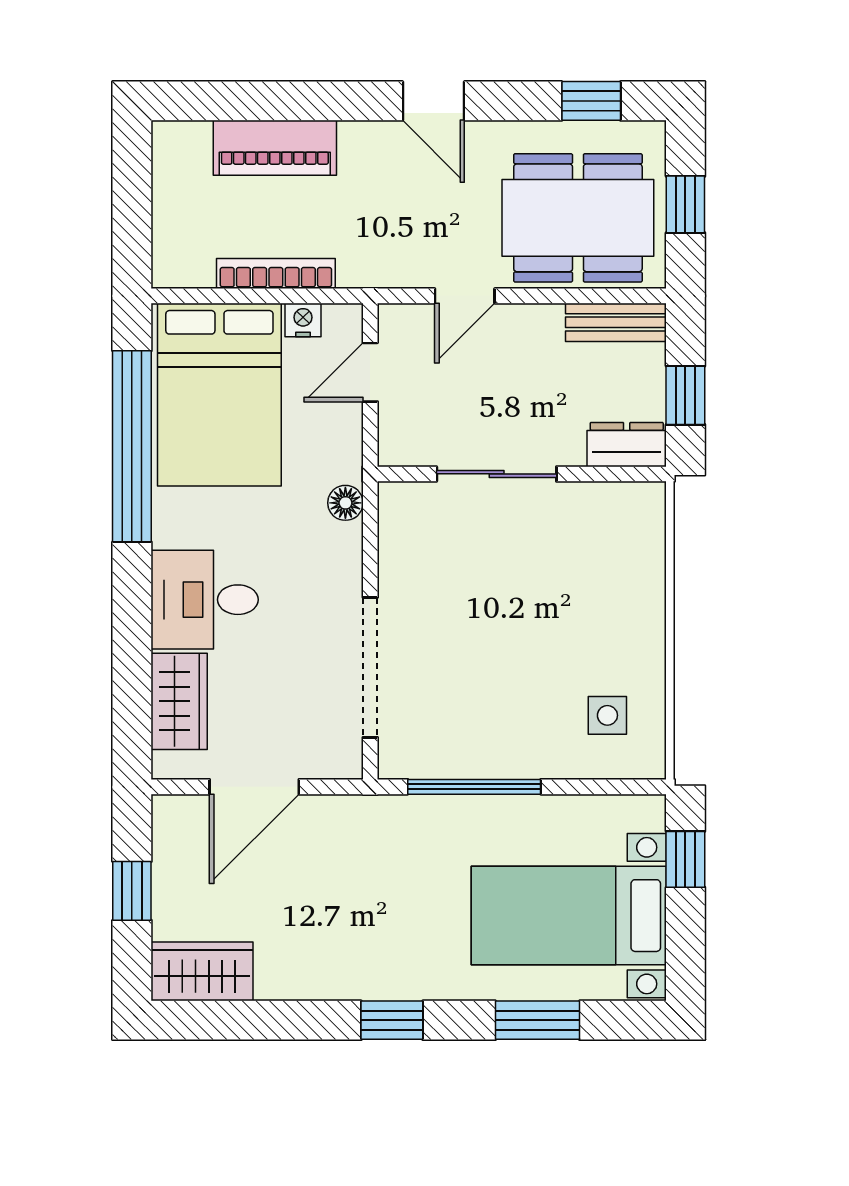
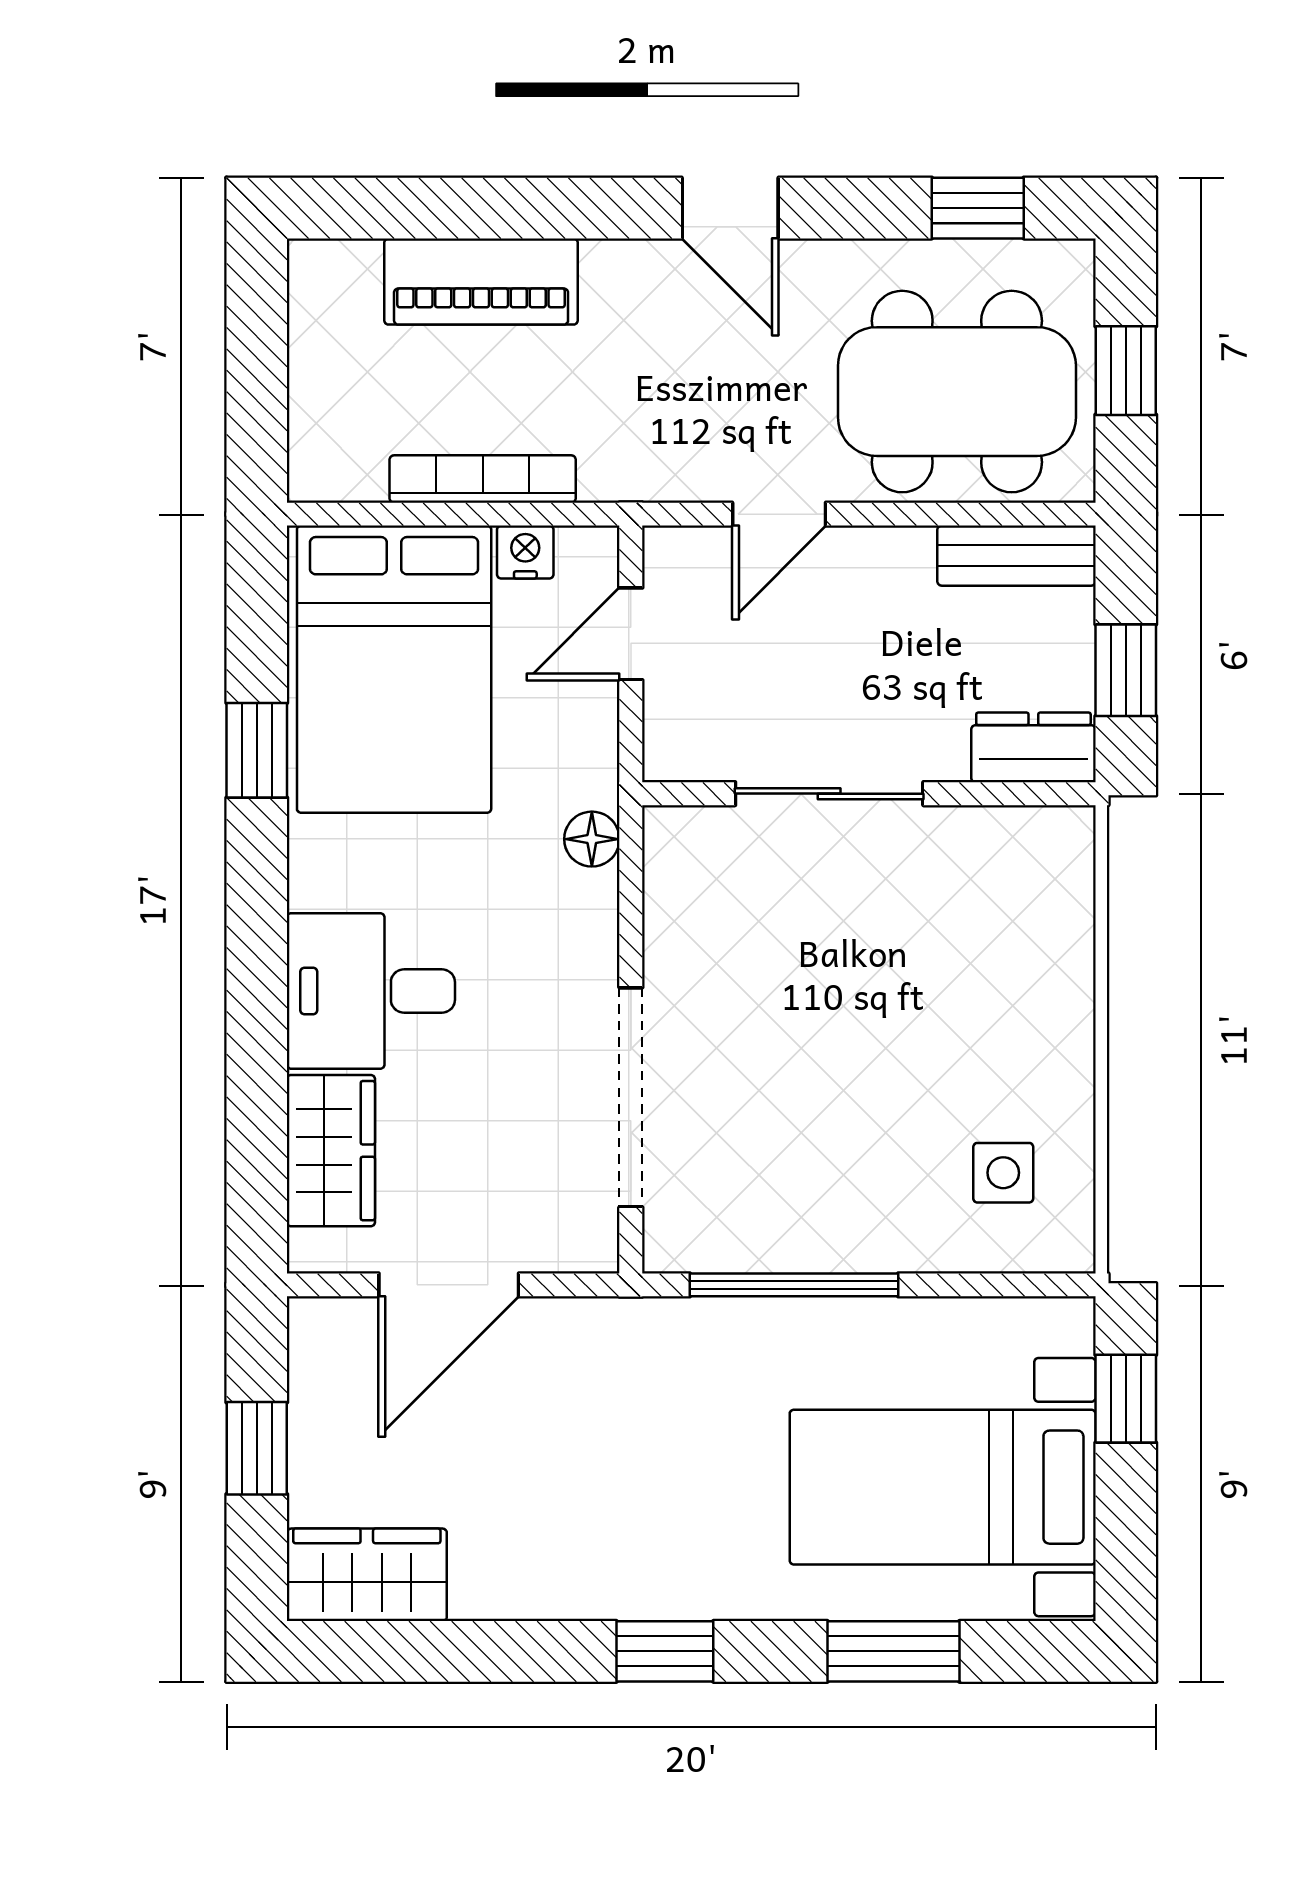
window: (132, 446) -> (257, 750), width x0.32

